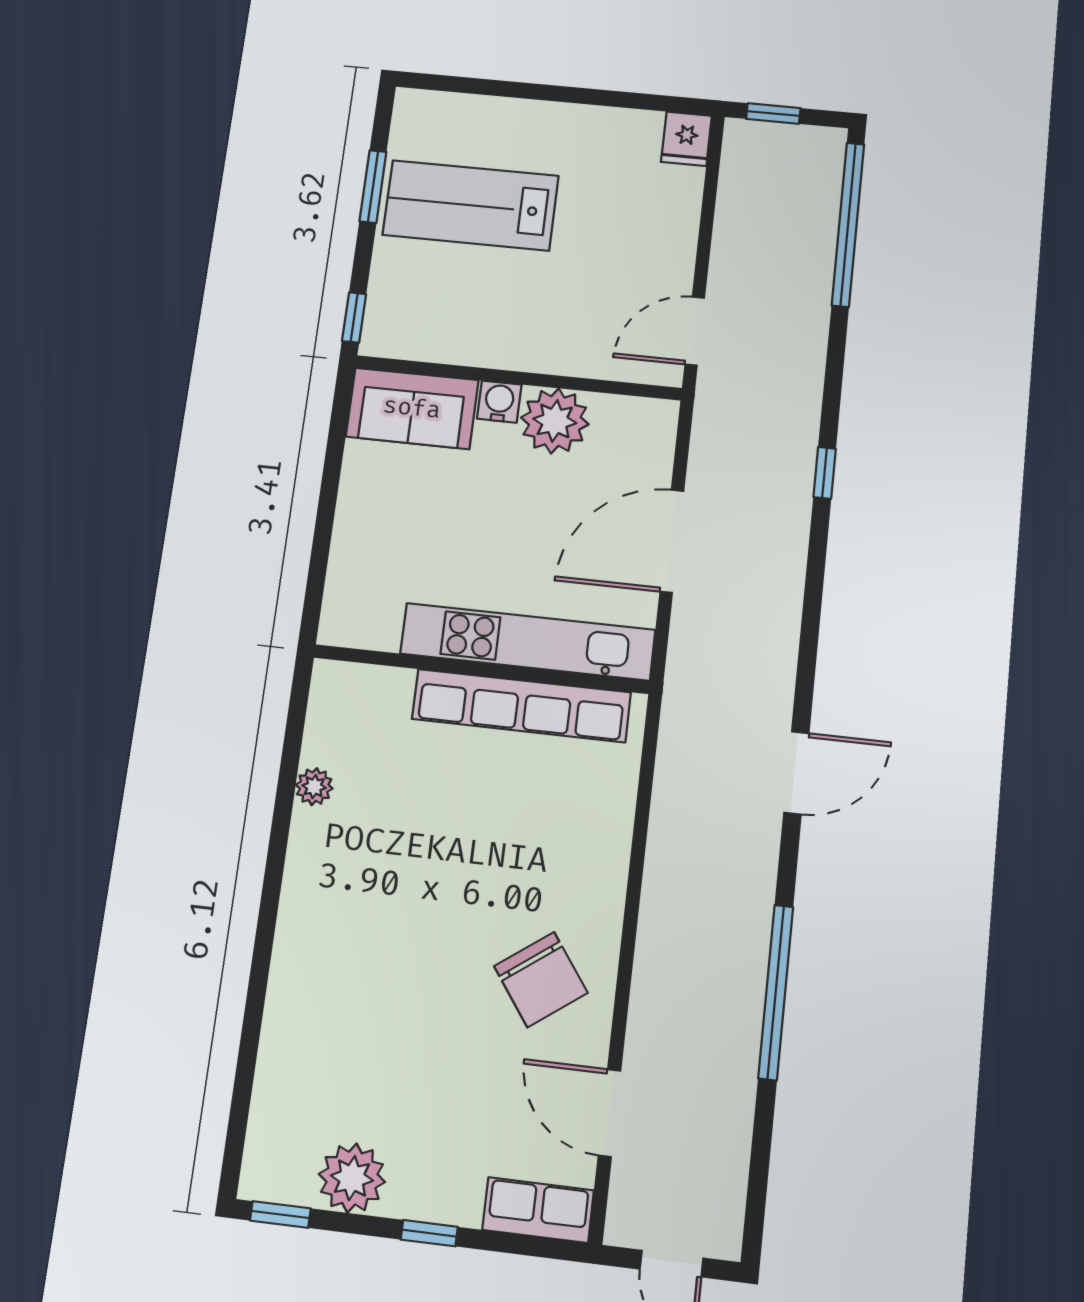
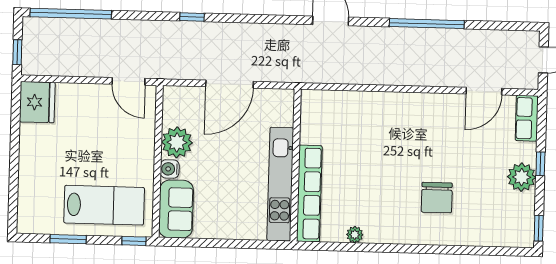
fridge: (686, 139) -> (37, 102), width x1.88, depth x1.34
lab bench: (471, 205) -> (104, 205), moved, turned -90
door: (672, 541) -> (230, 84), hinge flipped
kitchen unit: (528, 642) -> (280, 184), moved
row of seats: (521, 706) -> (309, 193), moved
chair: (541, 980) -> (437, 198), moved, turned 126
plant: (352, 1178) -> (522, 177), moved

